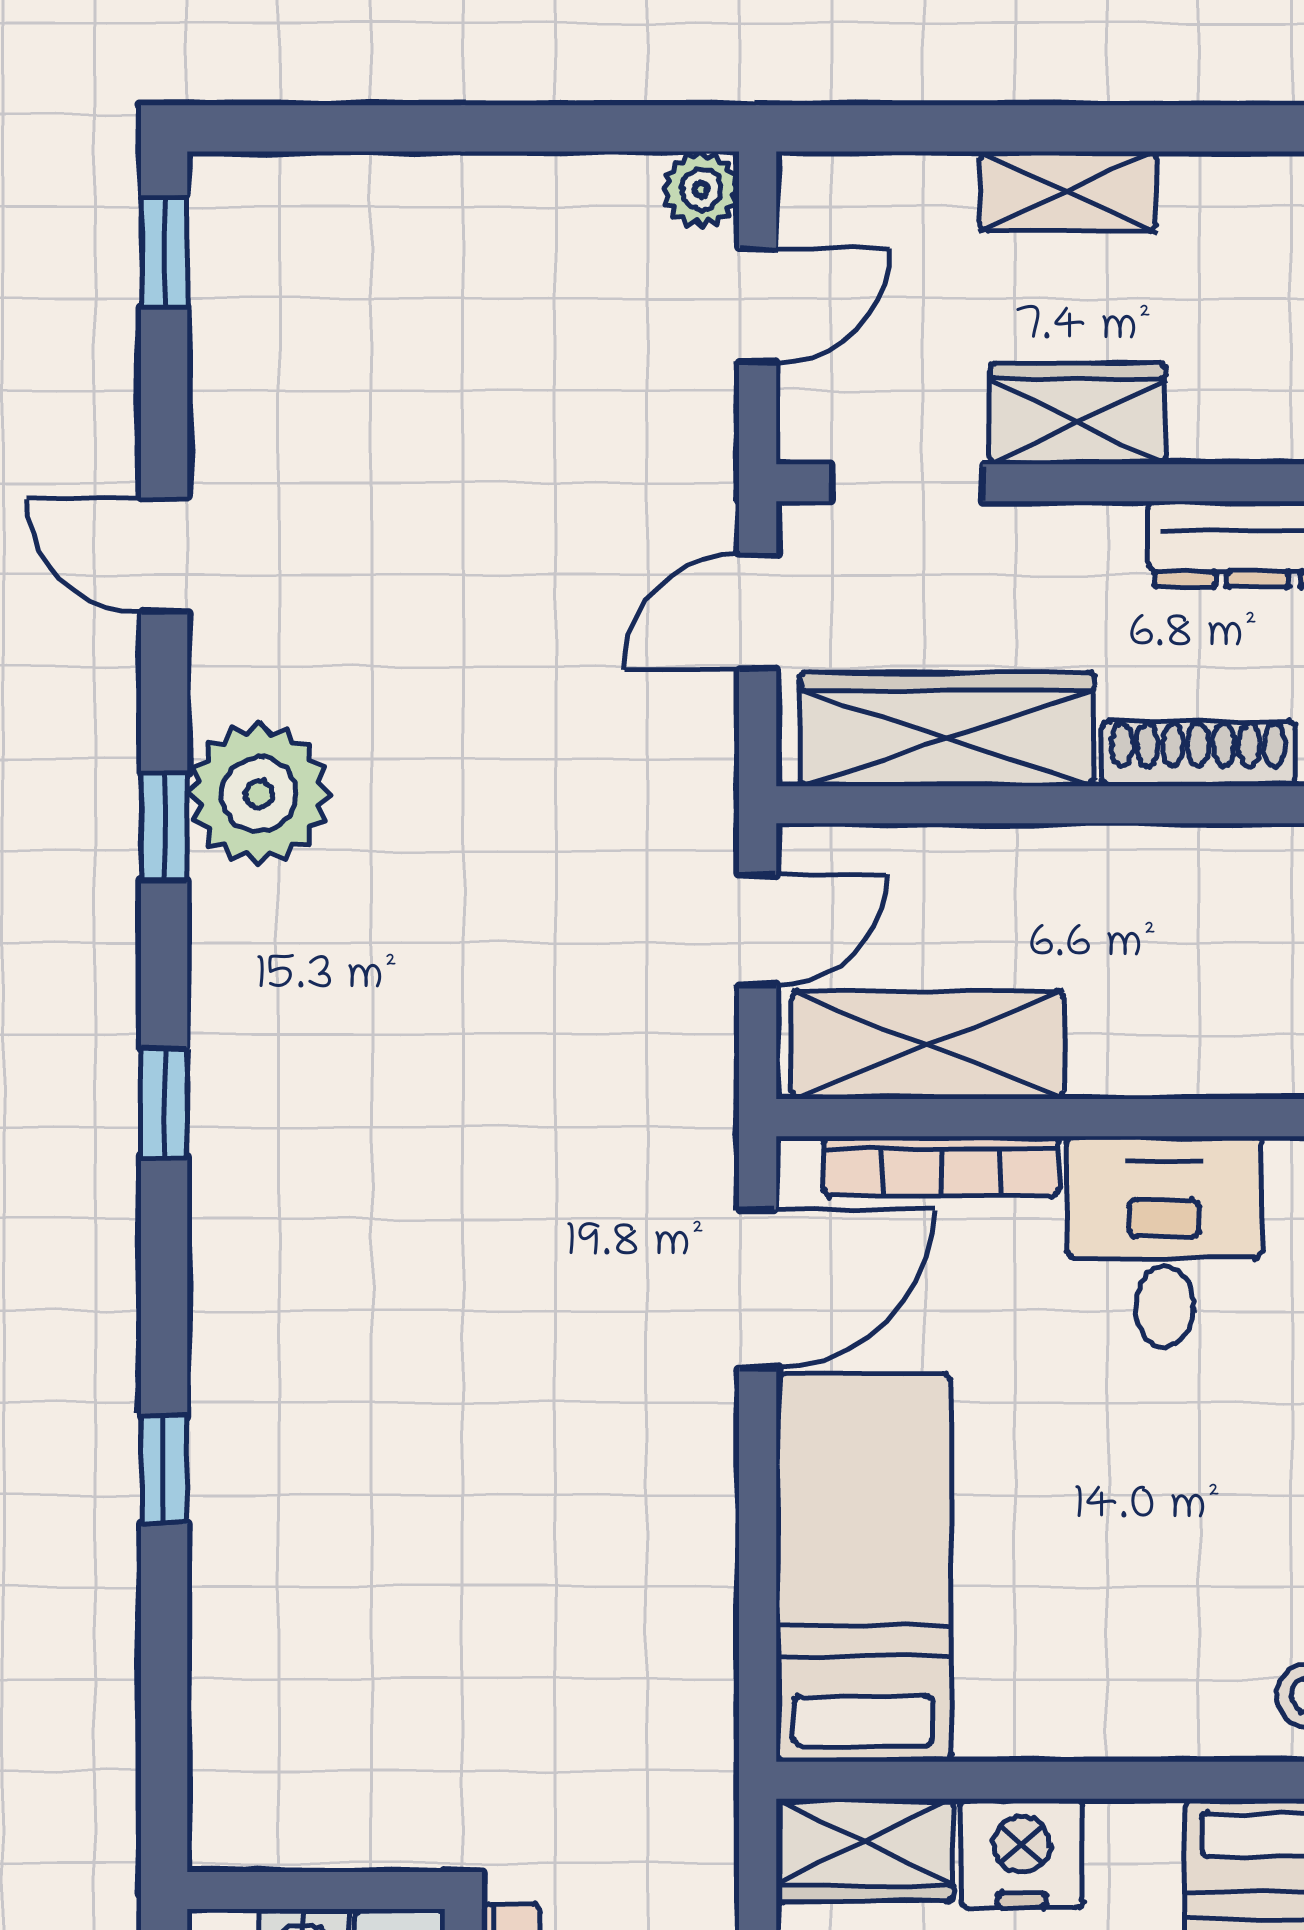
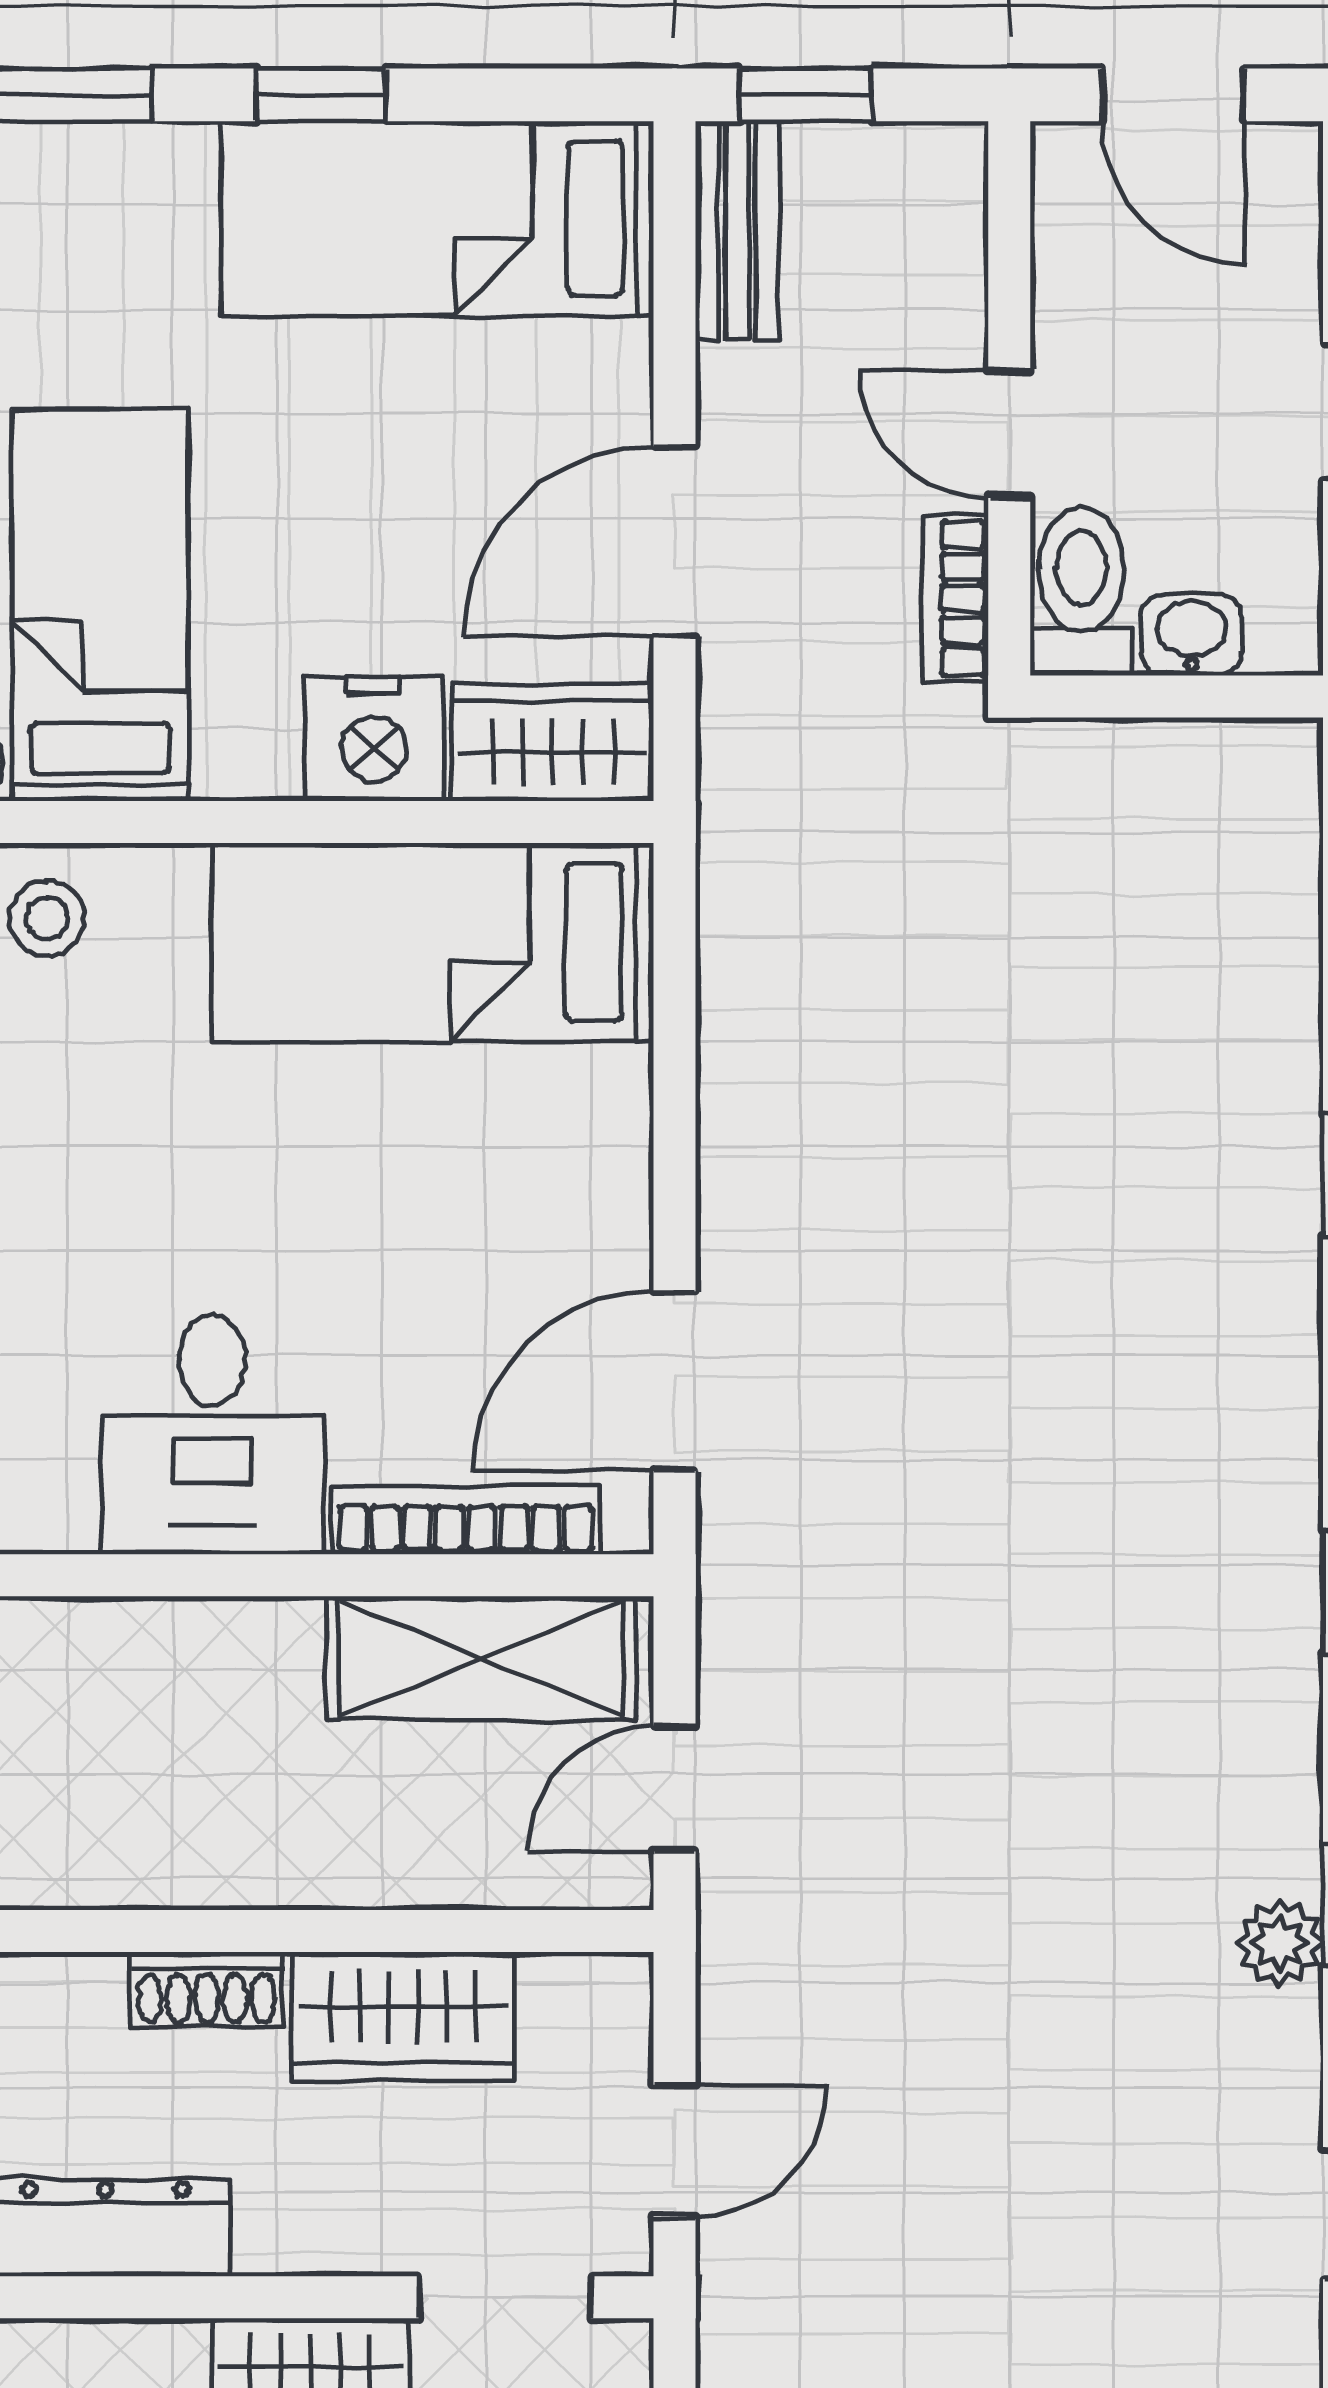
wardrobe: (947, 729) -> (403, 2017), width x0.67
shoe rack: (1198, 753) -> (207, 1989), width x0.70
plant: (259, 794) -> (1280, 1943), width x0.53, depth x0.53
bed: (863, 1568) -> (433, 942), moved, turned 90

